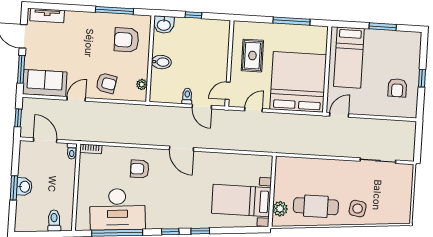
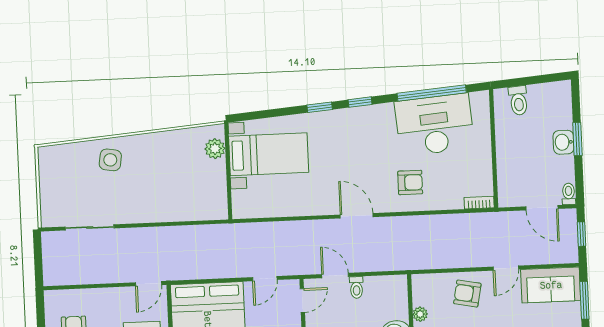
plant: (142, 84) -> (420, 314), moved
toilet: (72, 151) -> (569, 194), moved
cafe table: (316, 206) -> (167, 157), removed

